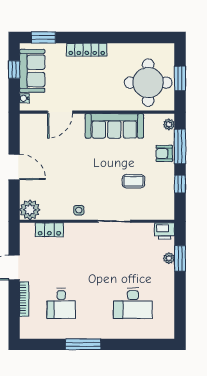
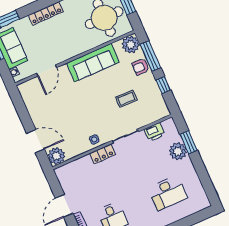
plant: (169, 124) -> (131, 45), width x1.87, depth x1.87
door: (14, 167) -> (35, 141), moved
locker: (49, 230) -> (103, 154), moved
printer: (164, 231) -> (155, 132), moved
plant: (169, 258) -> (178, 151), width x1.88, depth x1.88

